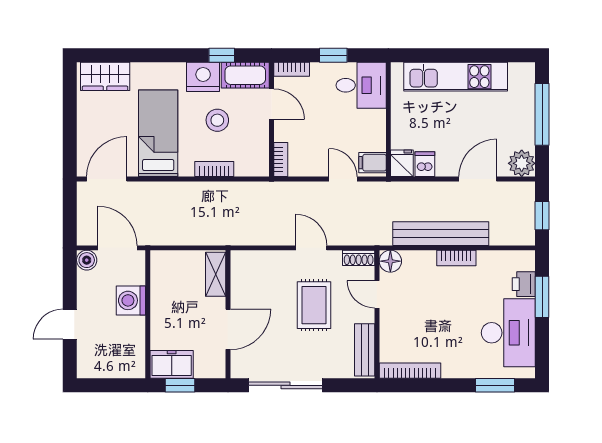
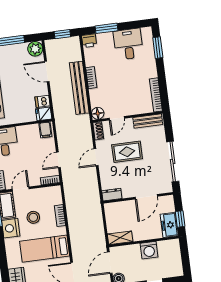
door: (343, 179) -> (58, 160), moved
dresser: (240, 267) -> (112, 195), added
shelving: (216, 274) -> (120, 238), moved
printer: (524, 284) -> (89, 41), moved
washing machine: (131, 300) -> (149, 250), moved
door: (228, 329) -> (146, 197), swing flipped
desk: (508, 333) -> (128, 44), width x0.73

